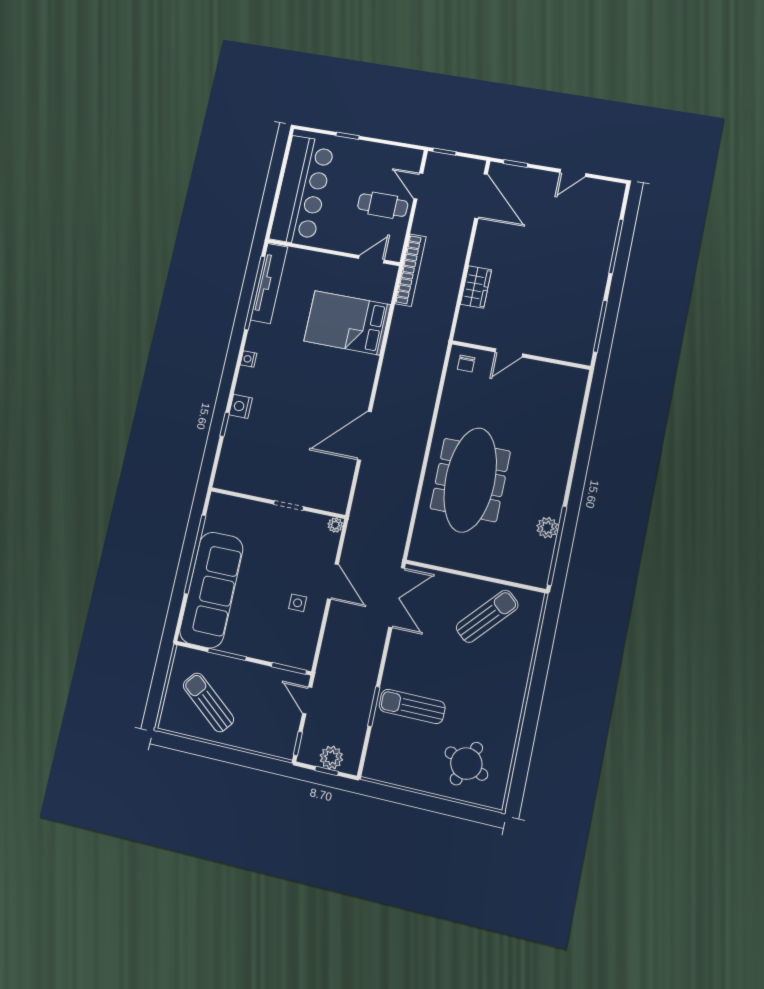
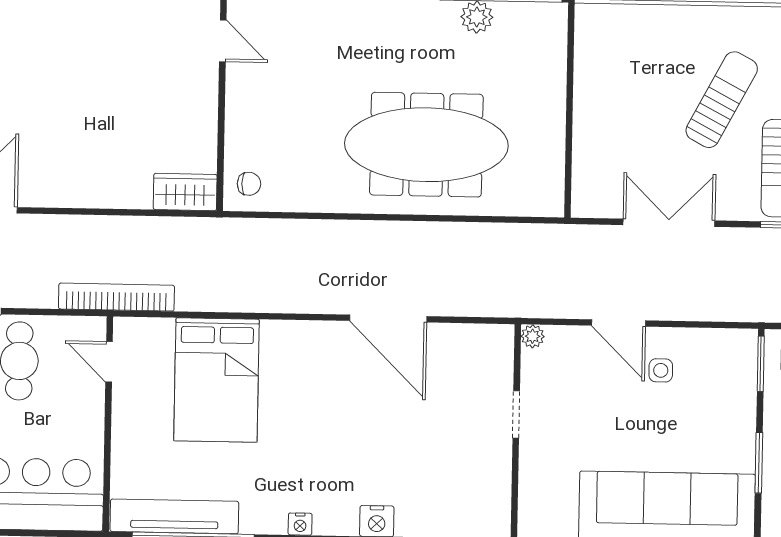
wardrobe: (476, 287) -> (185, 192), moved
door: (509, 353) -> (223, 41), moved
door: (333, 582) -> (619, 323), swing flipped
double door: (397, 598) -> (669, 223), moved
sun lounger: (487, 616) -> (722, 100), moved, turned 76

